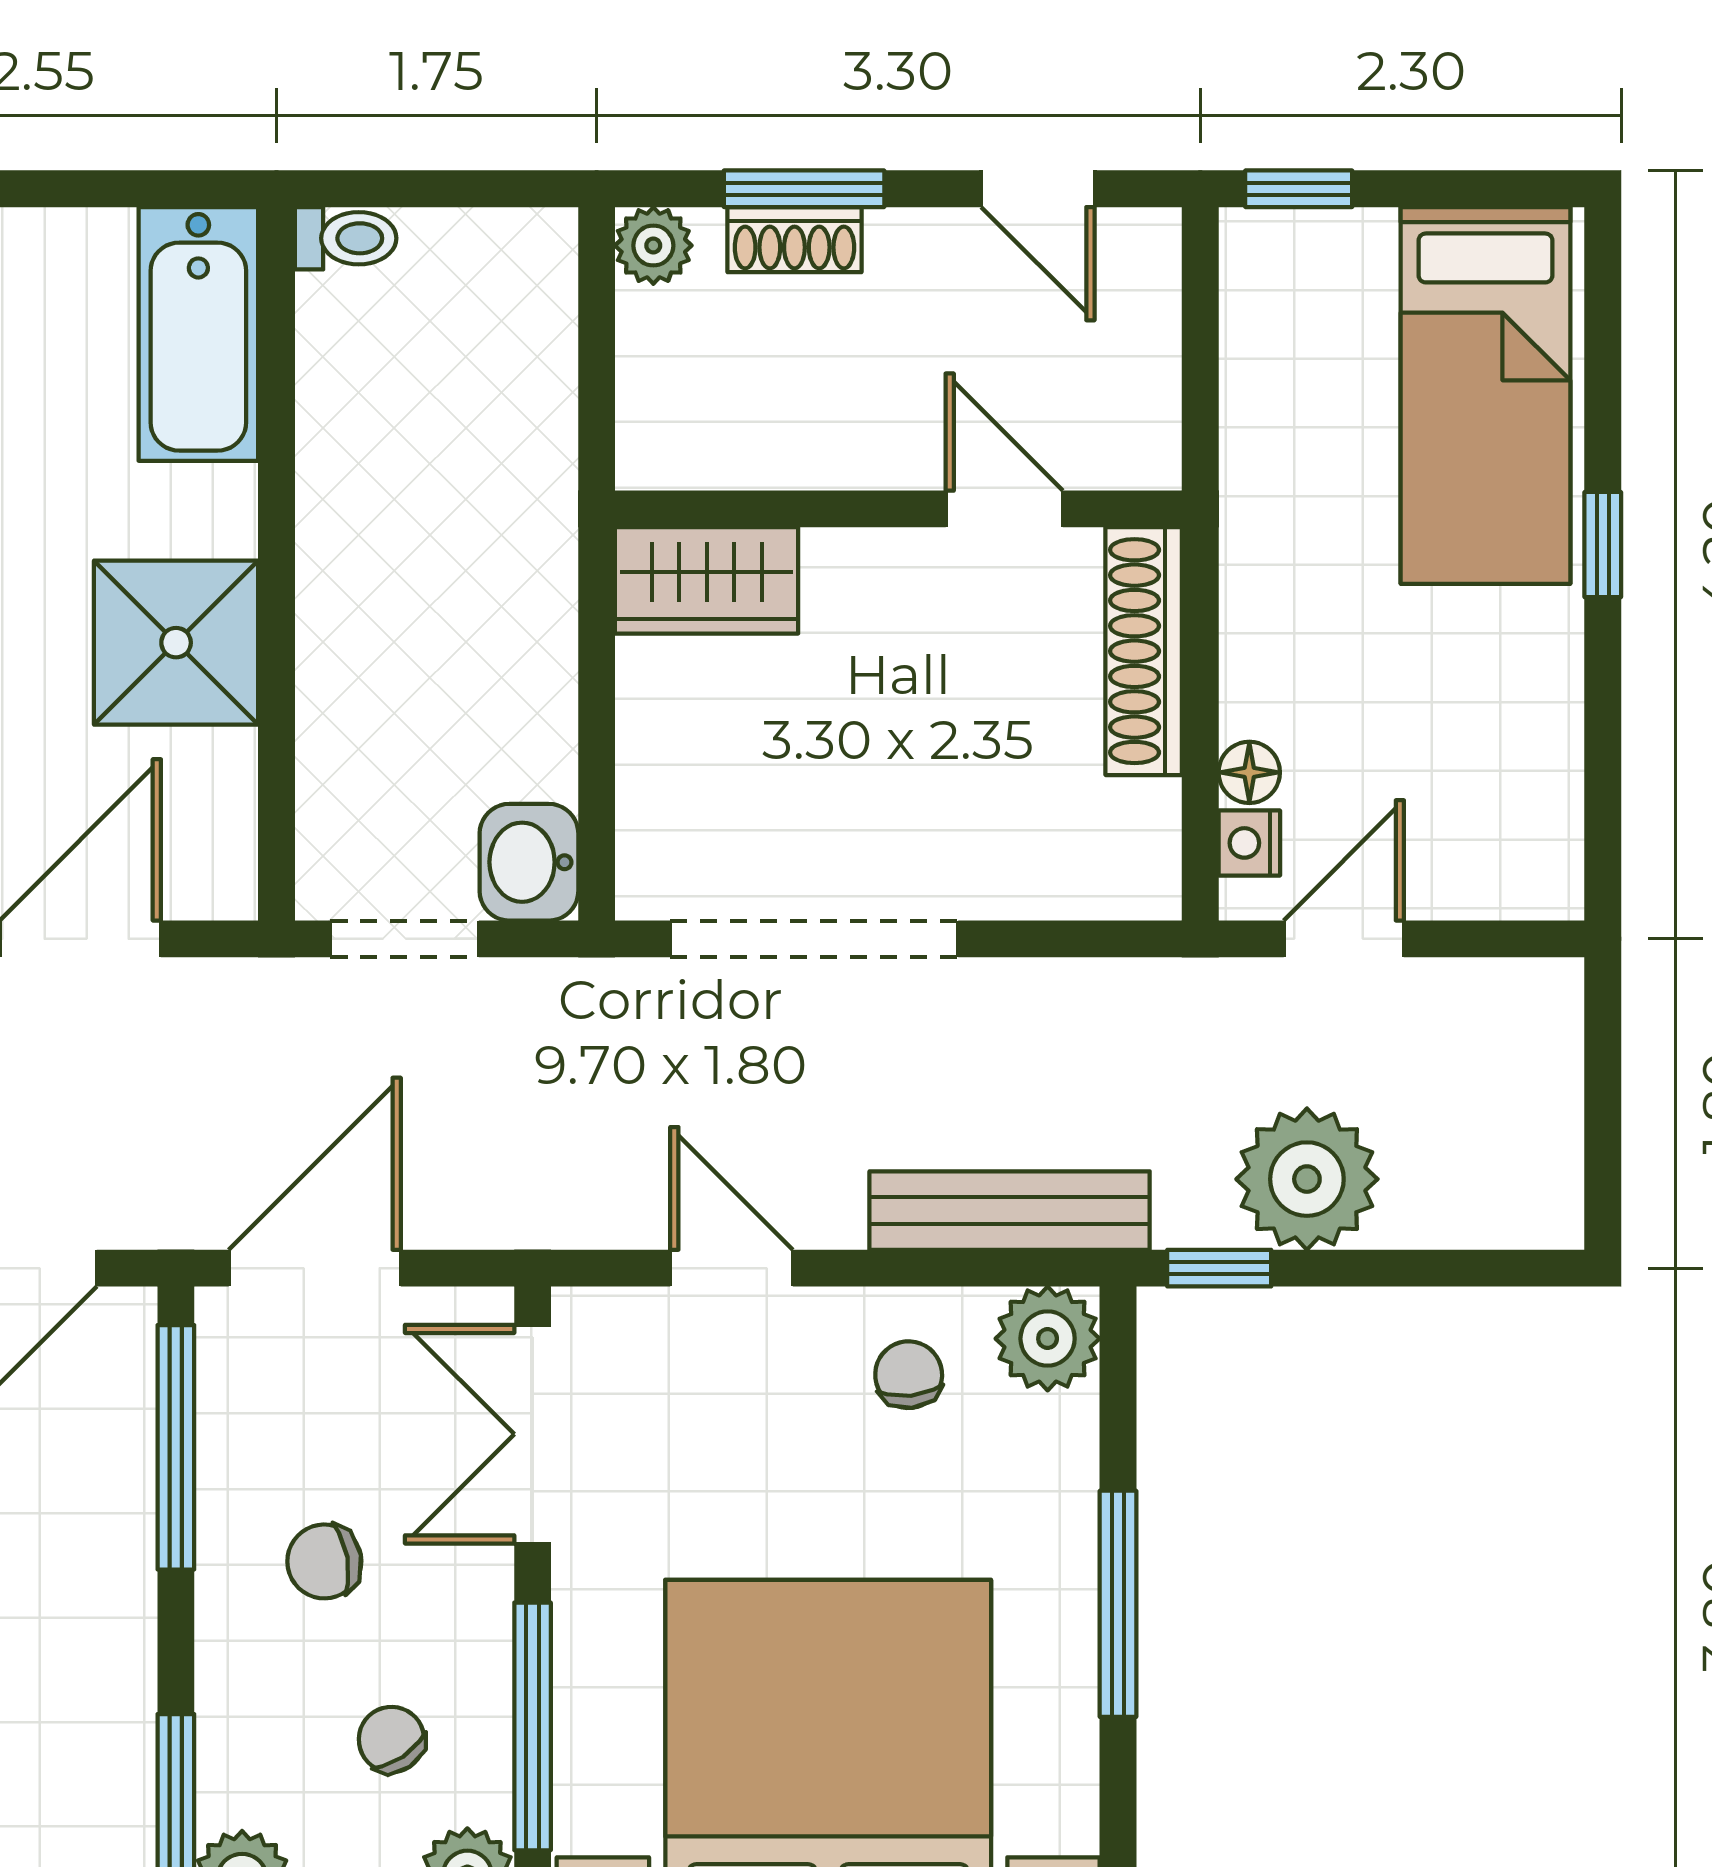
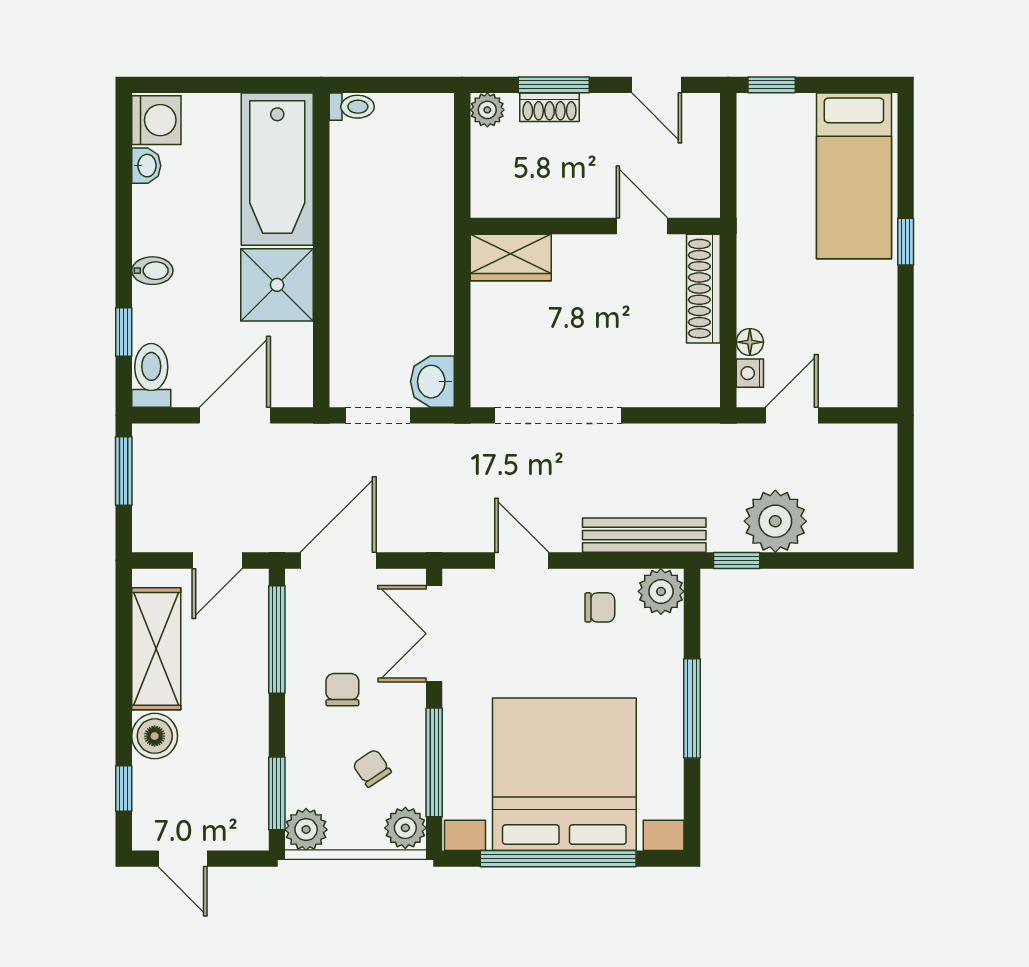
bathtub: (198, 334) -> (277, 169), width x1.36, depth x1.36
chair: (909, 1375) -> (600, 607), turned 96
chair: (324, 1561) -> (342, 690), turned 100

